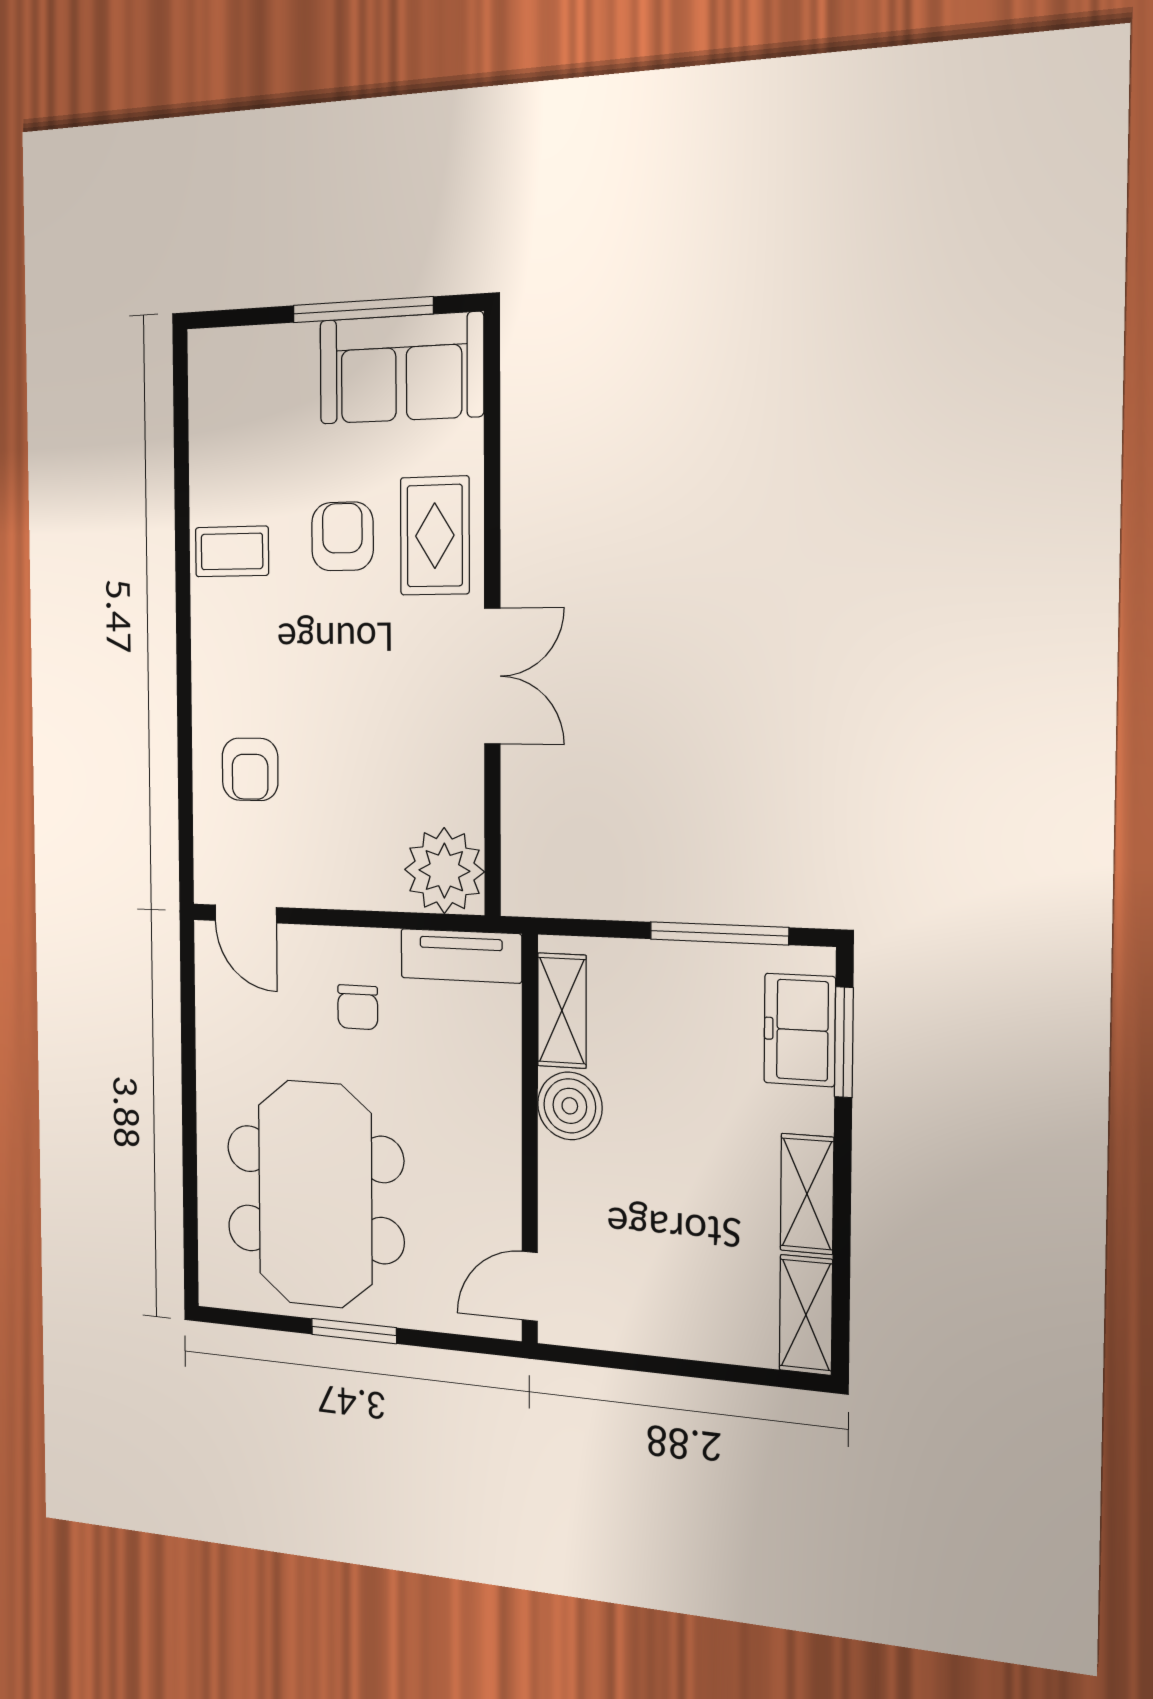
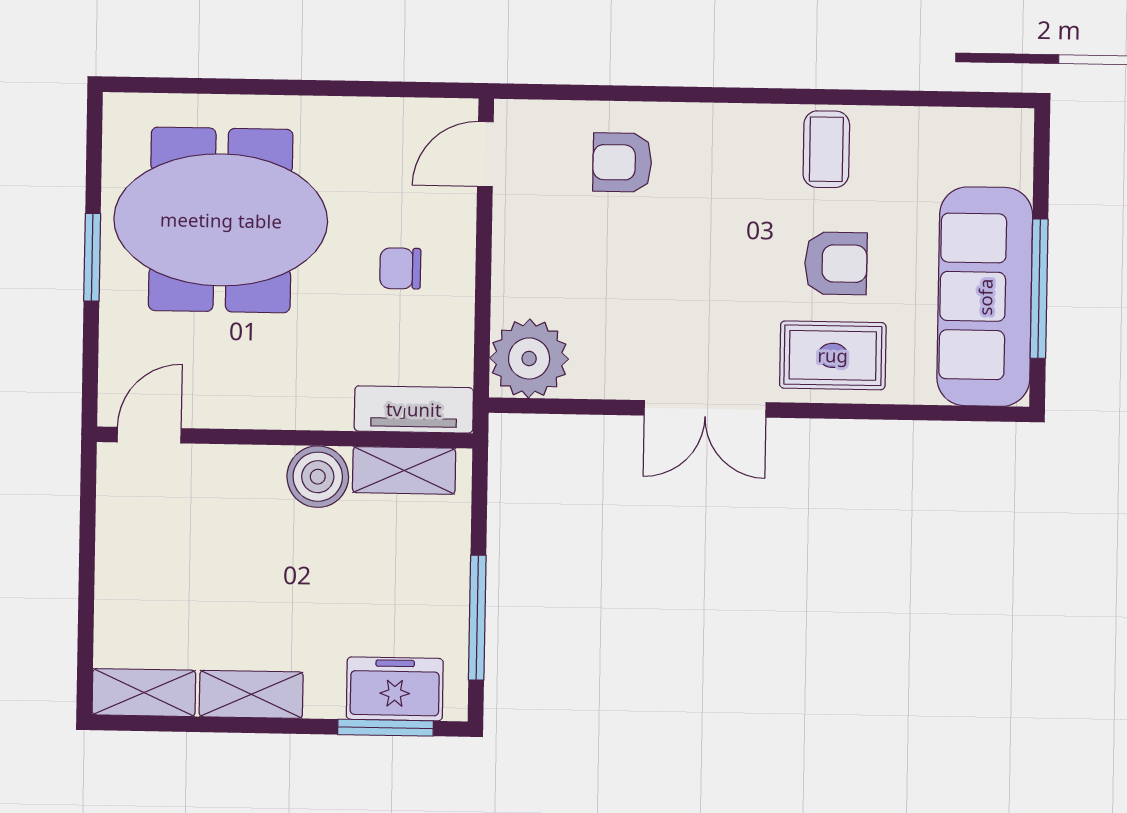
sofa: (401, 368) -> (985, 297), width x1.36
tv unit: (461, 956) -> (414, 409), moved, turned 90
door: (530, 1286) -> (149, 435), hinge flipped

